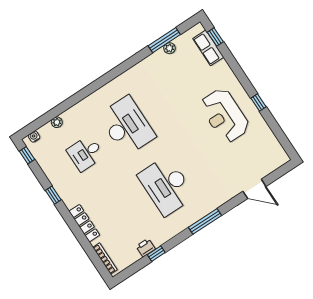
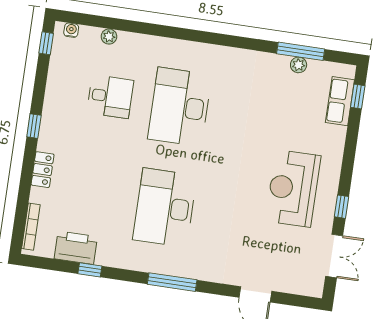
desk: (127, 126) -> (180, 107), turned 180
double door: (278, 132) -> (334, 256), added
desk: (86, 153) -> (110, 97), turned 180
window: (53, 195) -> (34, 126), moved
locker: (84, 223) -> (43, 170), width x0.66
printer: (146, 248) -> (76, 248), width x1.87, depth x1.48

